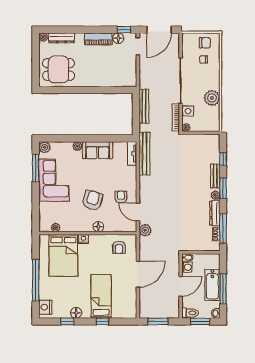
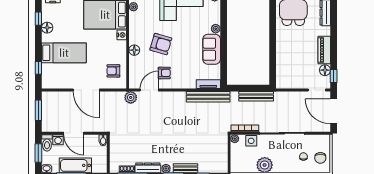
washing machine: (187, 267) -> (58, 140), moved
window: (102, 321) -> (38, 68), moved

